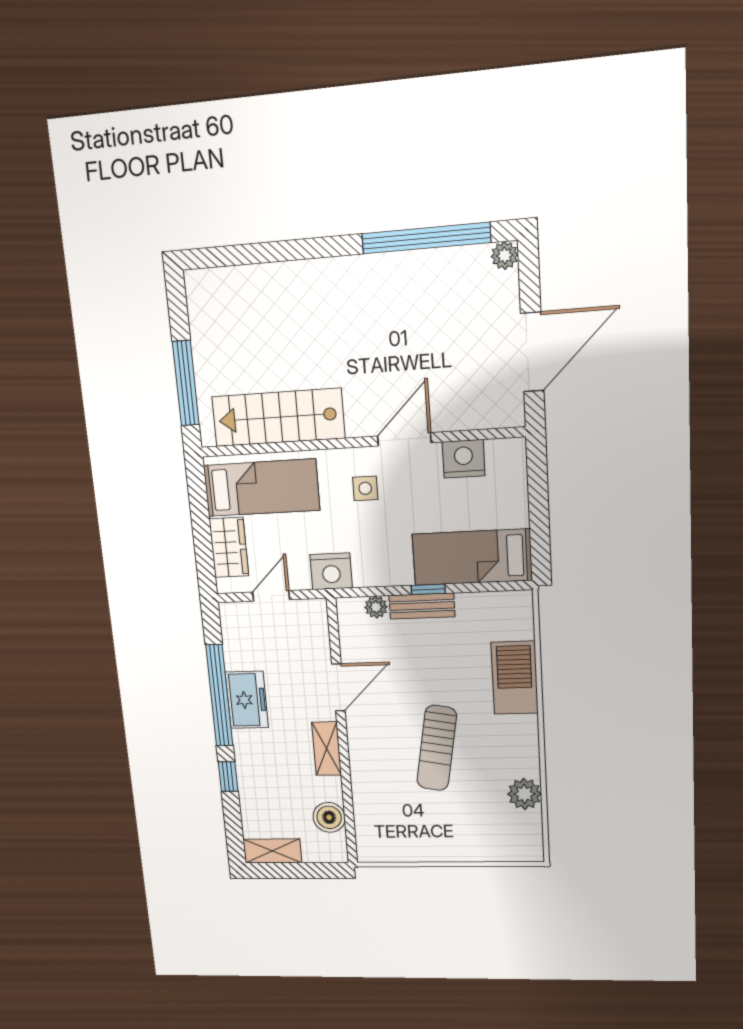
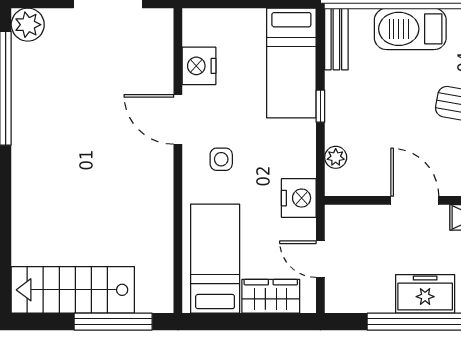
plant: (505, 255) -> (28, 25), width x1.38, depth x1.38
stairs: (278, 417) -> (73, 290), moved, turned 90
bench: (422, 606) -> (336, 39), moved

